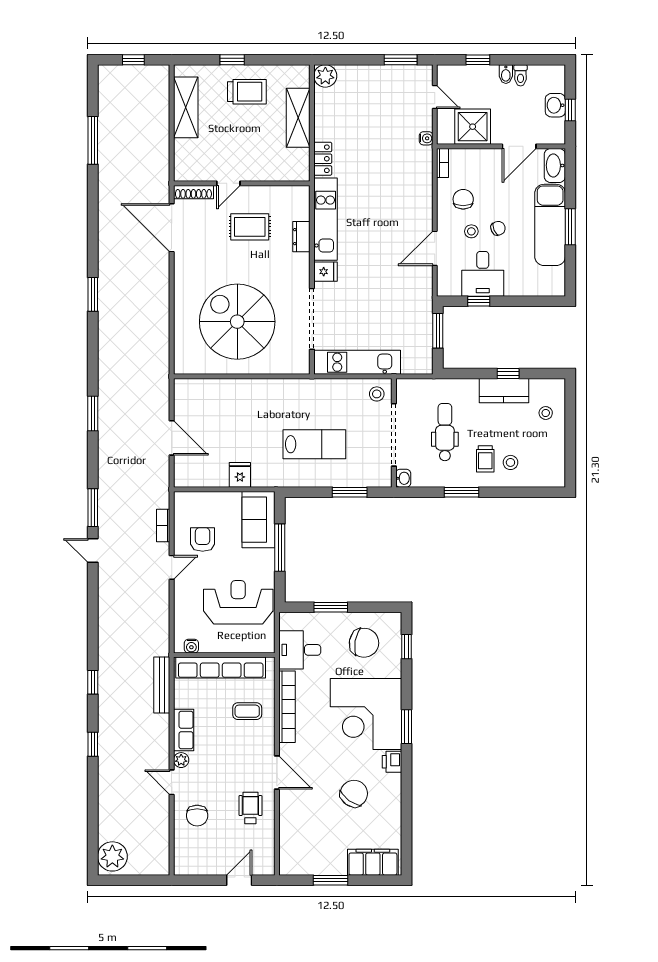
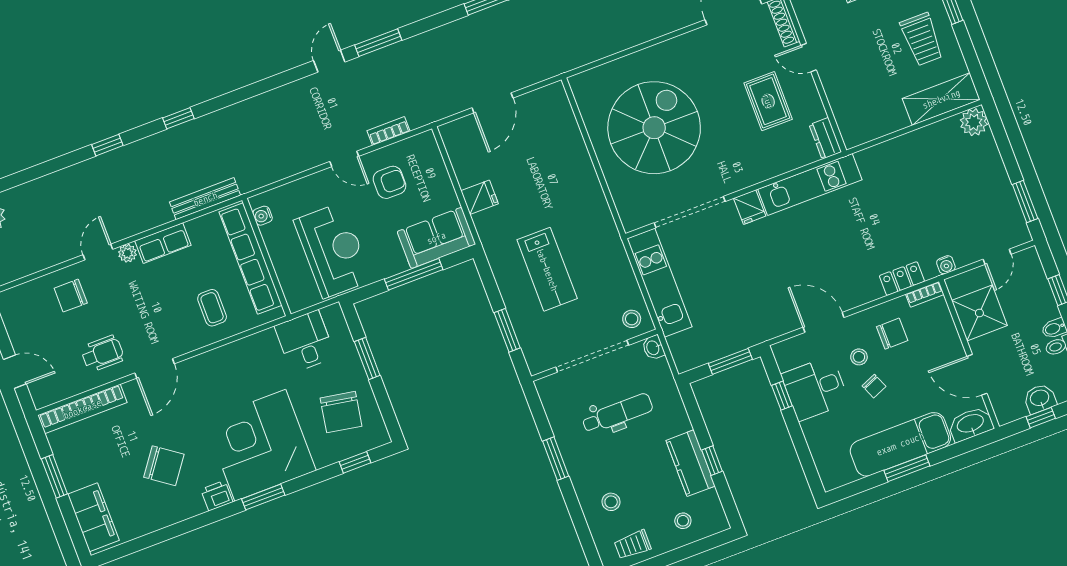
shelving: (298, 118) -> (941, 99), moved
locker: (323, 159) -> (902, 279), moved, turned 180
dresser: (301, 237) -> (825, 138), moved, turned -90
trolley: (485, 459) -> (633, 545), moved
washbasin: (403, 478) -> (653, 348), moved, turned 90
bookcase: (287, 707) -> (82, 409), moved

